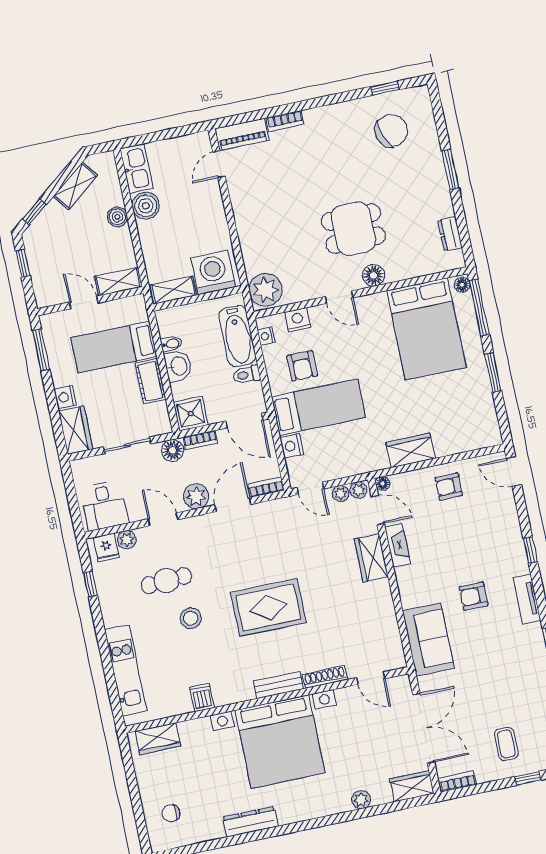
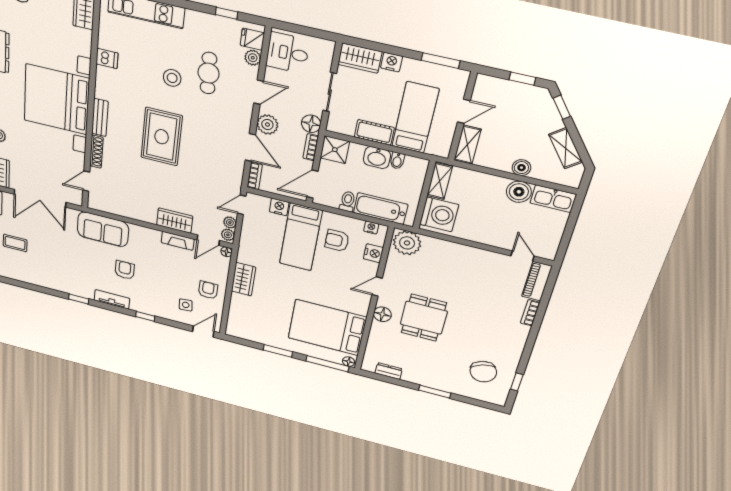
side table: (485, 506) -> (186, 305), added

